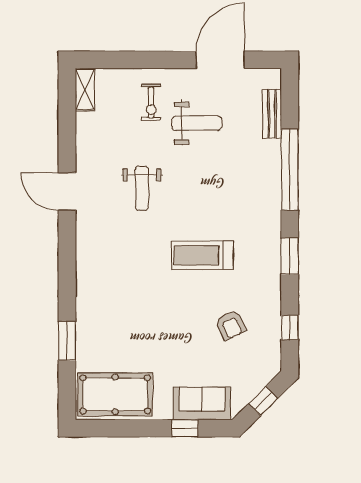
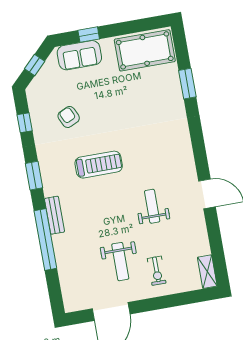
exercise bike: (151, 103) -> (157, 271), turned 180
bench: (272, 114) -> (55, 215), moved
weight bench: (197, 123) -> (120, 262), turned -90

